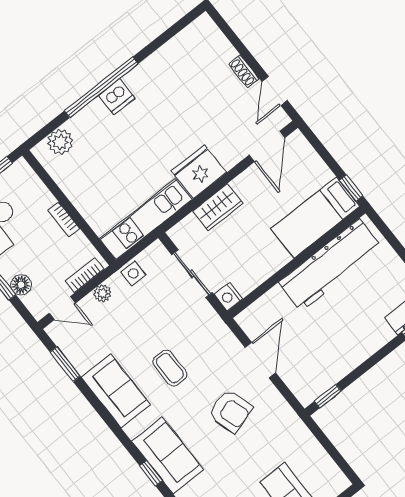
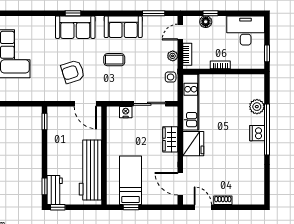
plant: (60, 142) -> (257, 107), moved
wall: (296, 262) -> (104, 155), moved
workbench: (330, 265) -> (90, 170), moved

